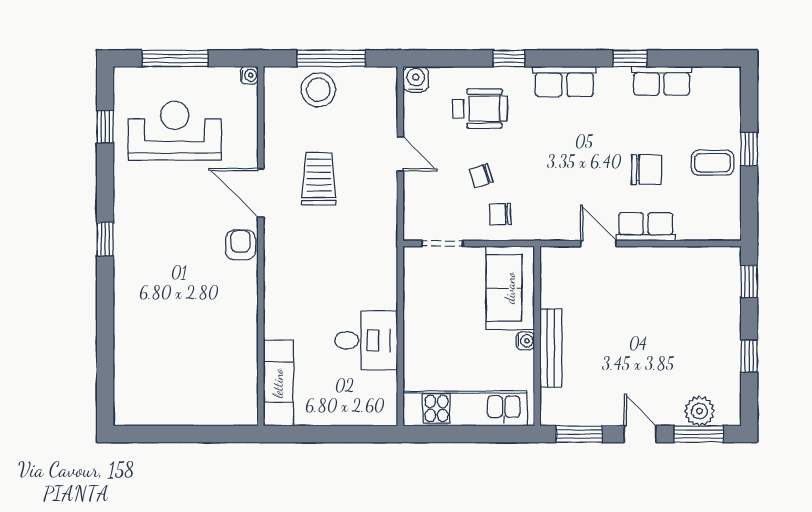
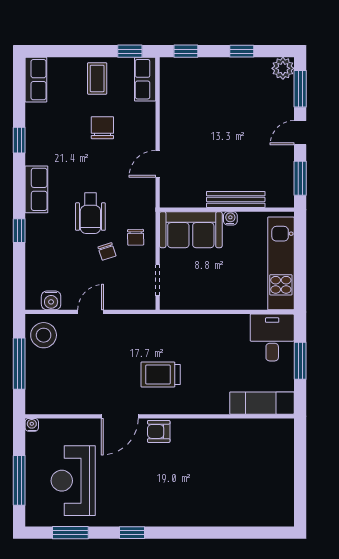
water cooler: (416, 79) -> (51, 300), moved, turned -90
row of seats: (662, 81) -> (36, 80), moved
stool: (318, 90) -> (44, 335), moved
wheelchair: (480, 109) -> (90, 213), moved, turned 180
window: (105, 127) -> (70, 533), width x1.50
window: (749, 149) -> (130, 51), moved
trolley: (319, 179) -> (161, 374), moved
row of seats: (646, 227) -> (145, 79), moved
window: (105, 239) -> (132, 533), moved
desk: (366, 340) -> (272, 338), moved
plant: (699, 411) -> (283, 68), moved
window: (335, 434) -> (300, 361), added

